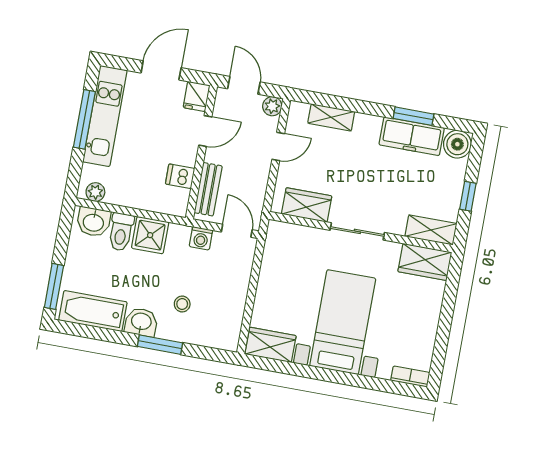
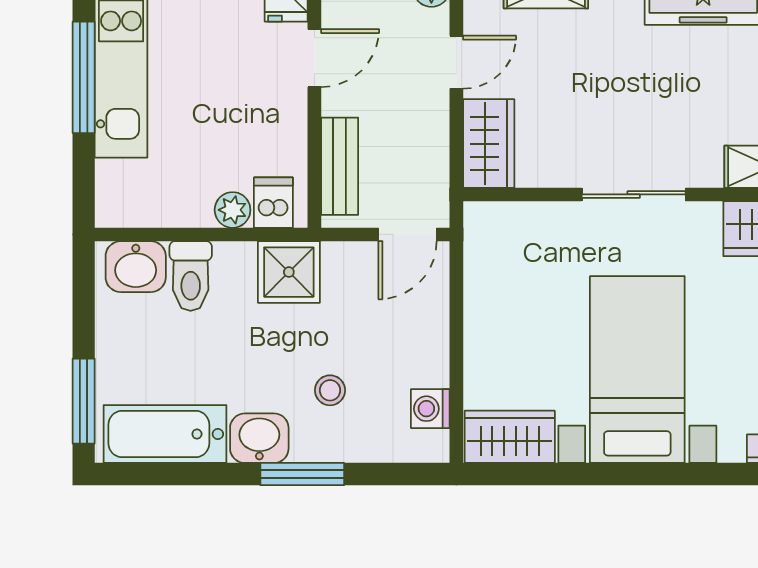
dishwasher: (180, 176) -> (273, 203), moved, turned 90
plant: (95, 192) -> (233, 210), moved
wardrobe: (307, 205) -> (489, 144), moved, turned 90
door: (237, 231) -> (408, 234), swing flipped
shower: (150, 235) -> (289, 272), moved
washing machine: (201, 238) -> (430, 409), moved, turned 90

